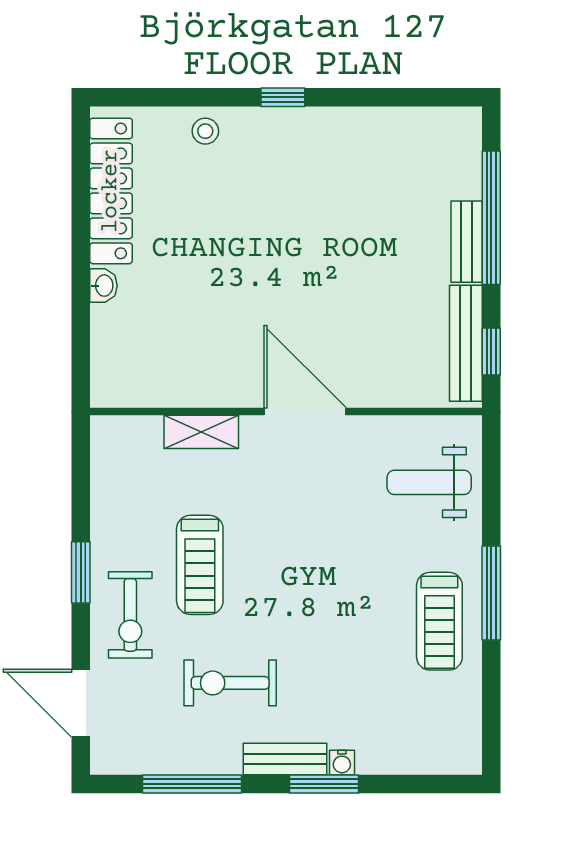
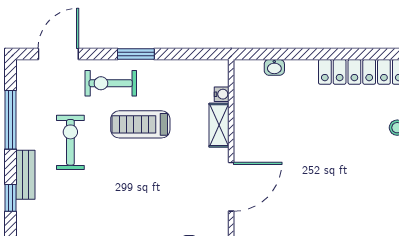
washbasin: (103, 286) -> (274, 67), moved
water cooler: (342, 762) -> (222, 94), moved, turned 180
window: (324, 784) -> (11, 198), width x0.67

